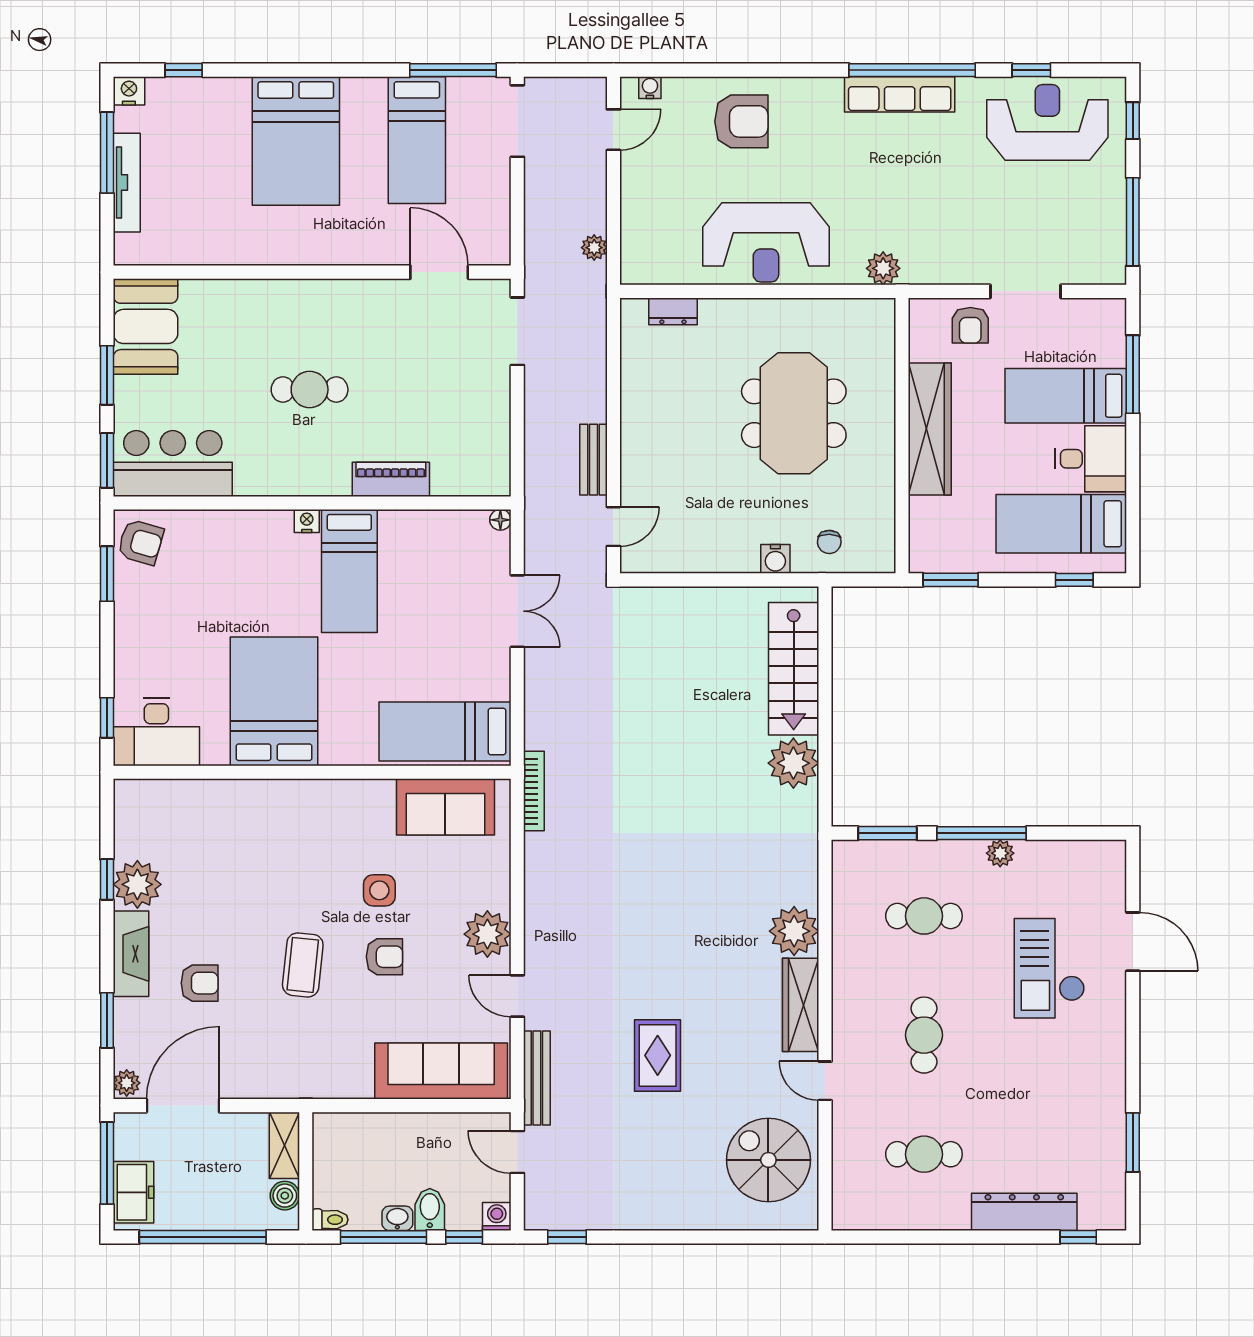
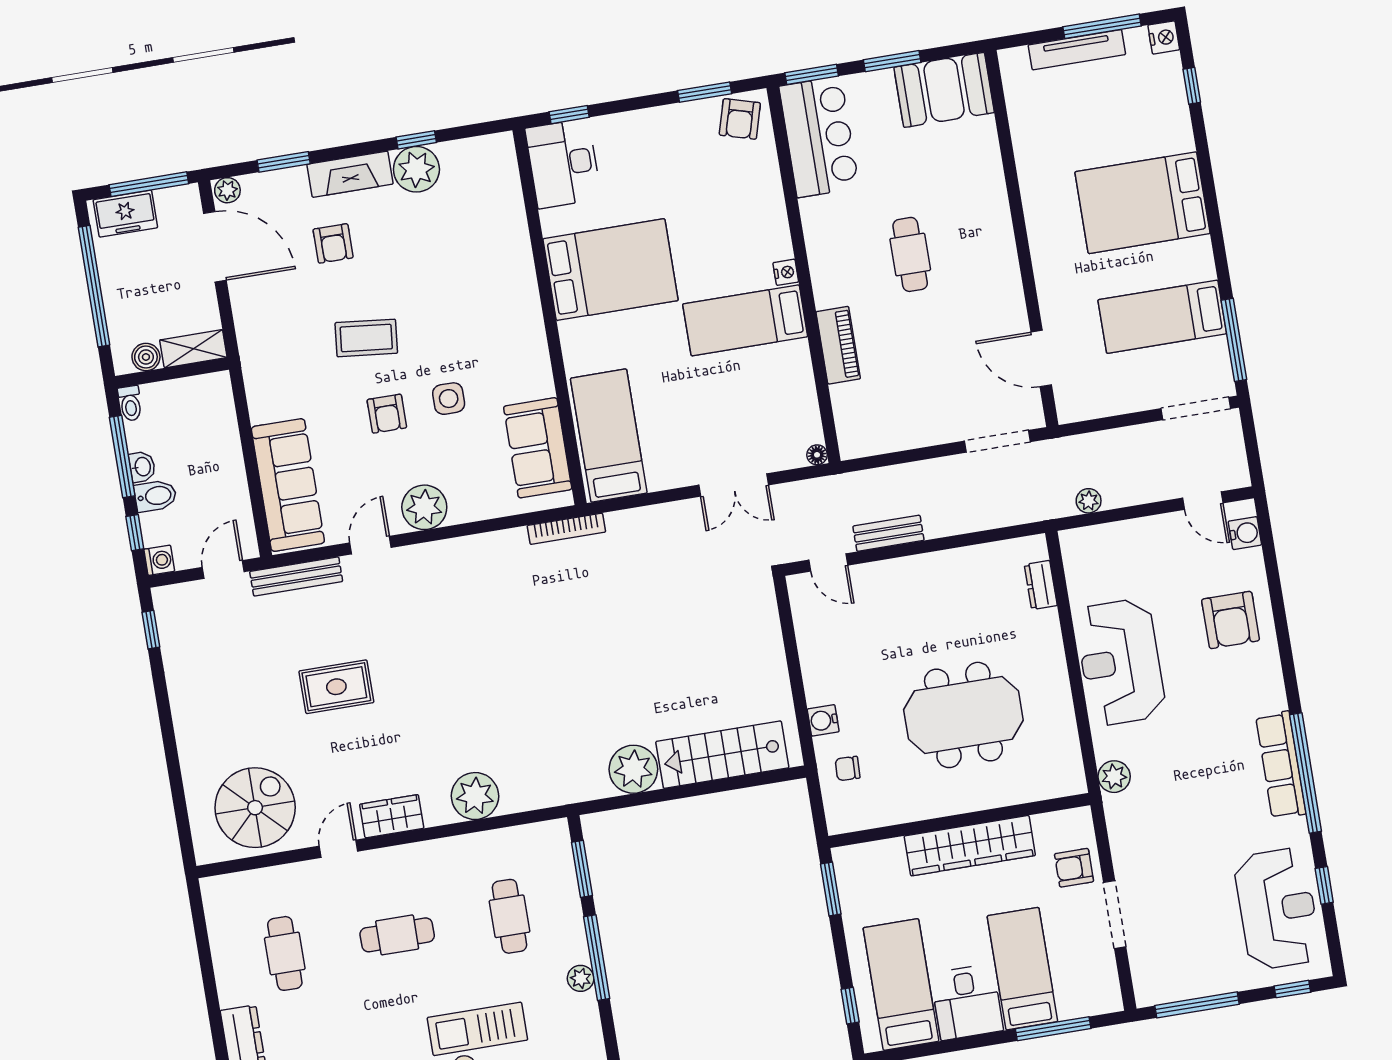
water cooler: (650, 88) -> (1245, 533), width x1.38, depth x1.38
door: (439, 272) -> (1041, 358), swing flipped
wardrobe: (801, 1005) -> (392, 816), width x0.67

